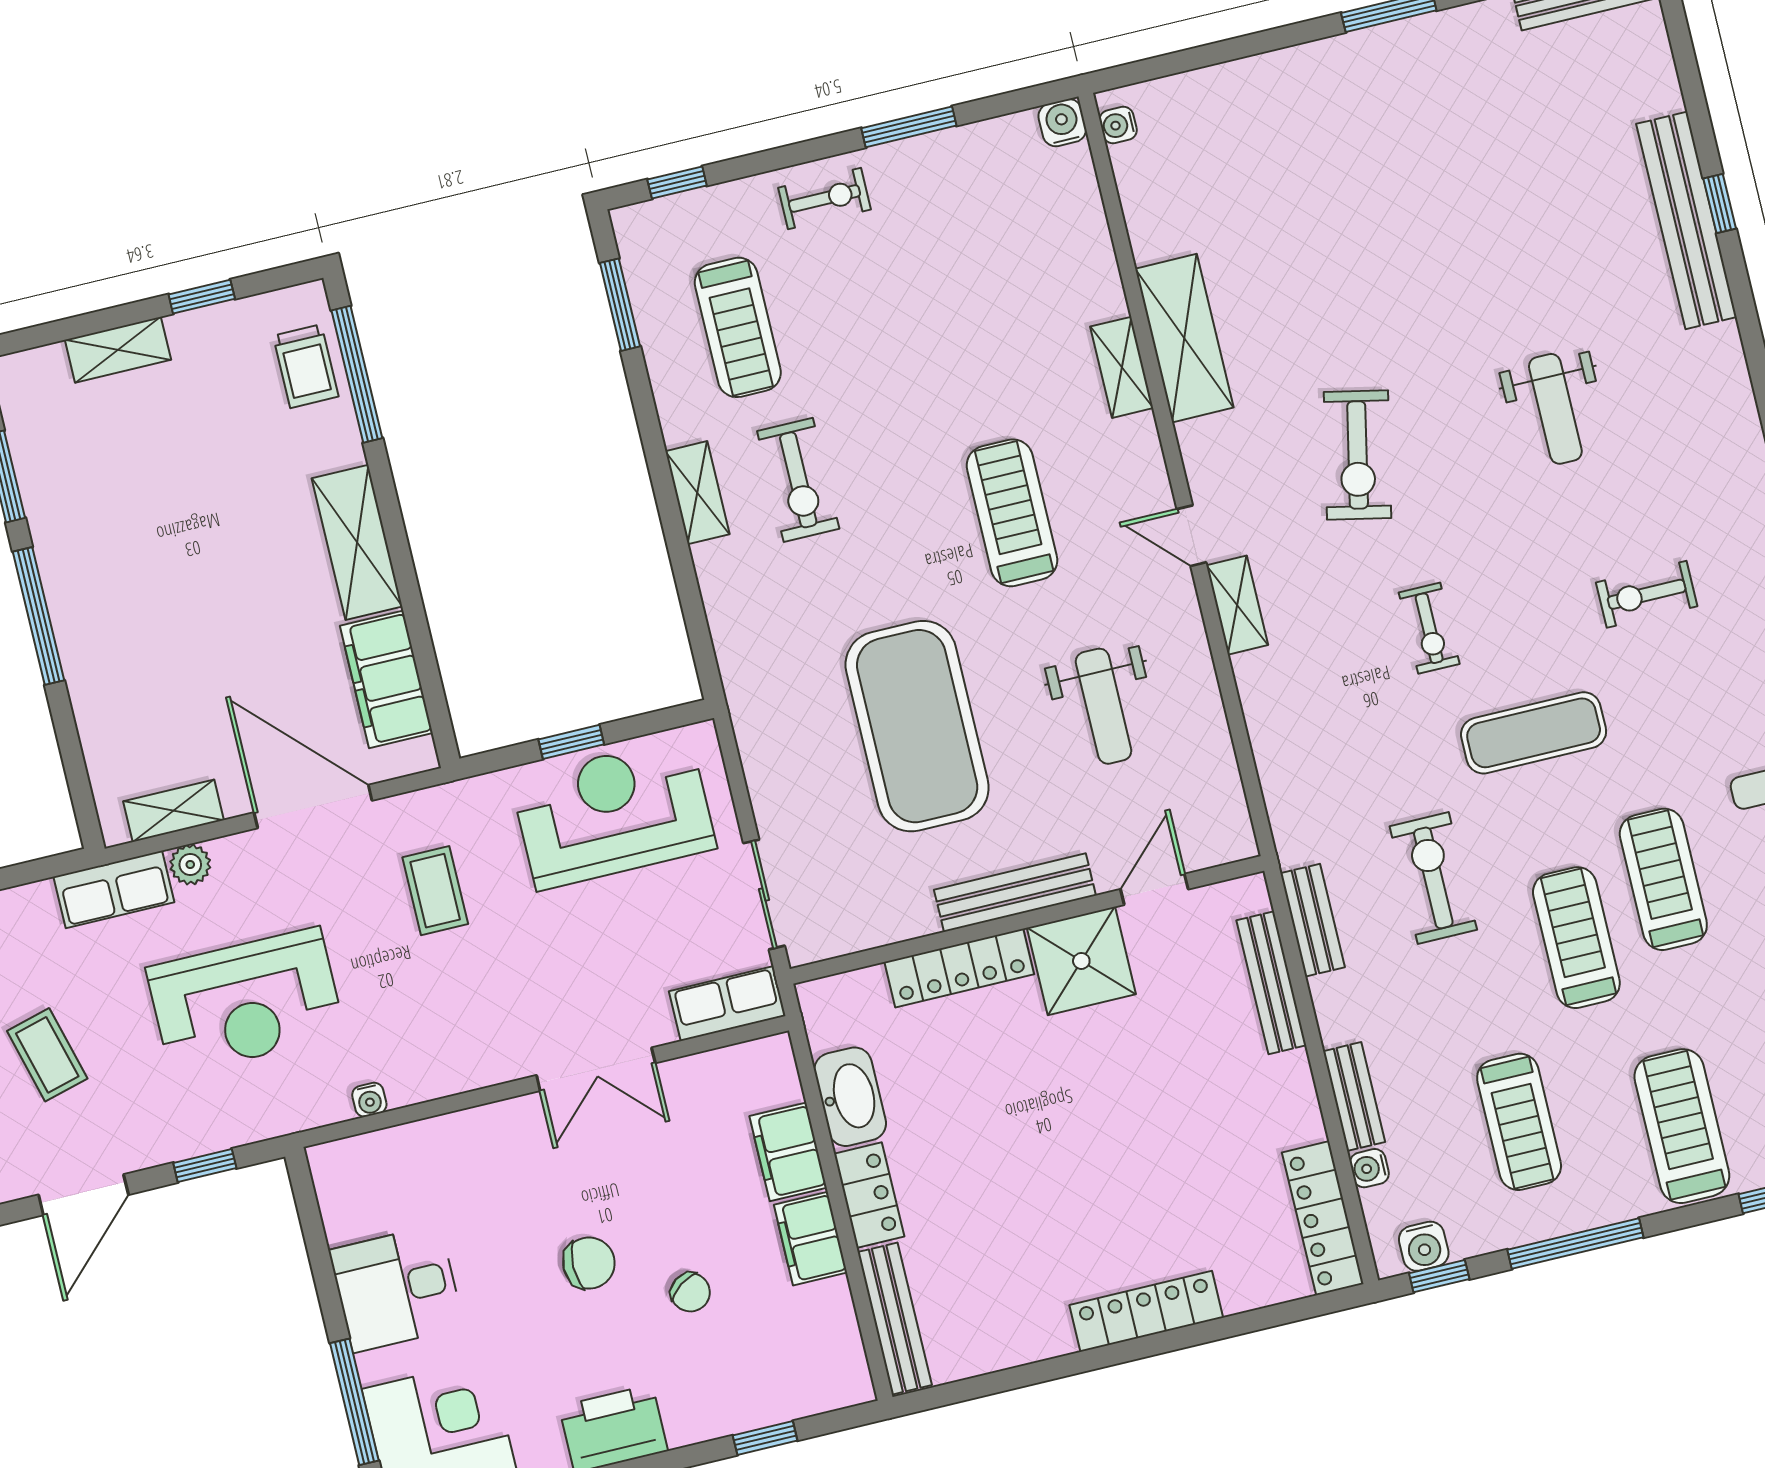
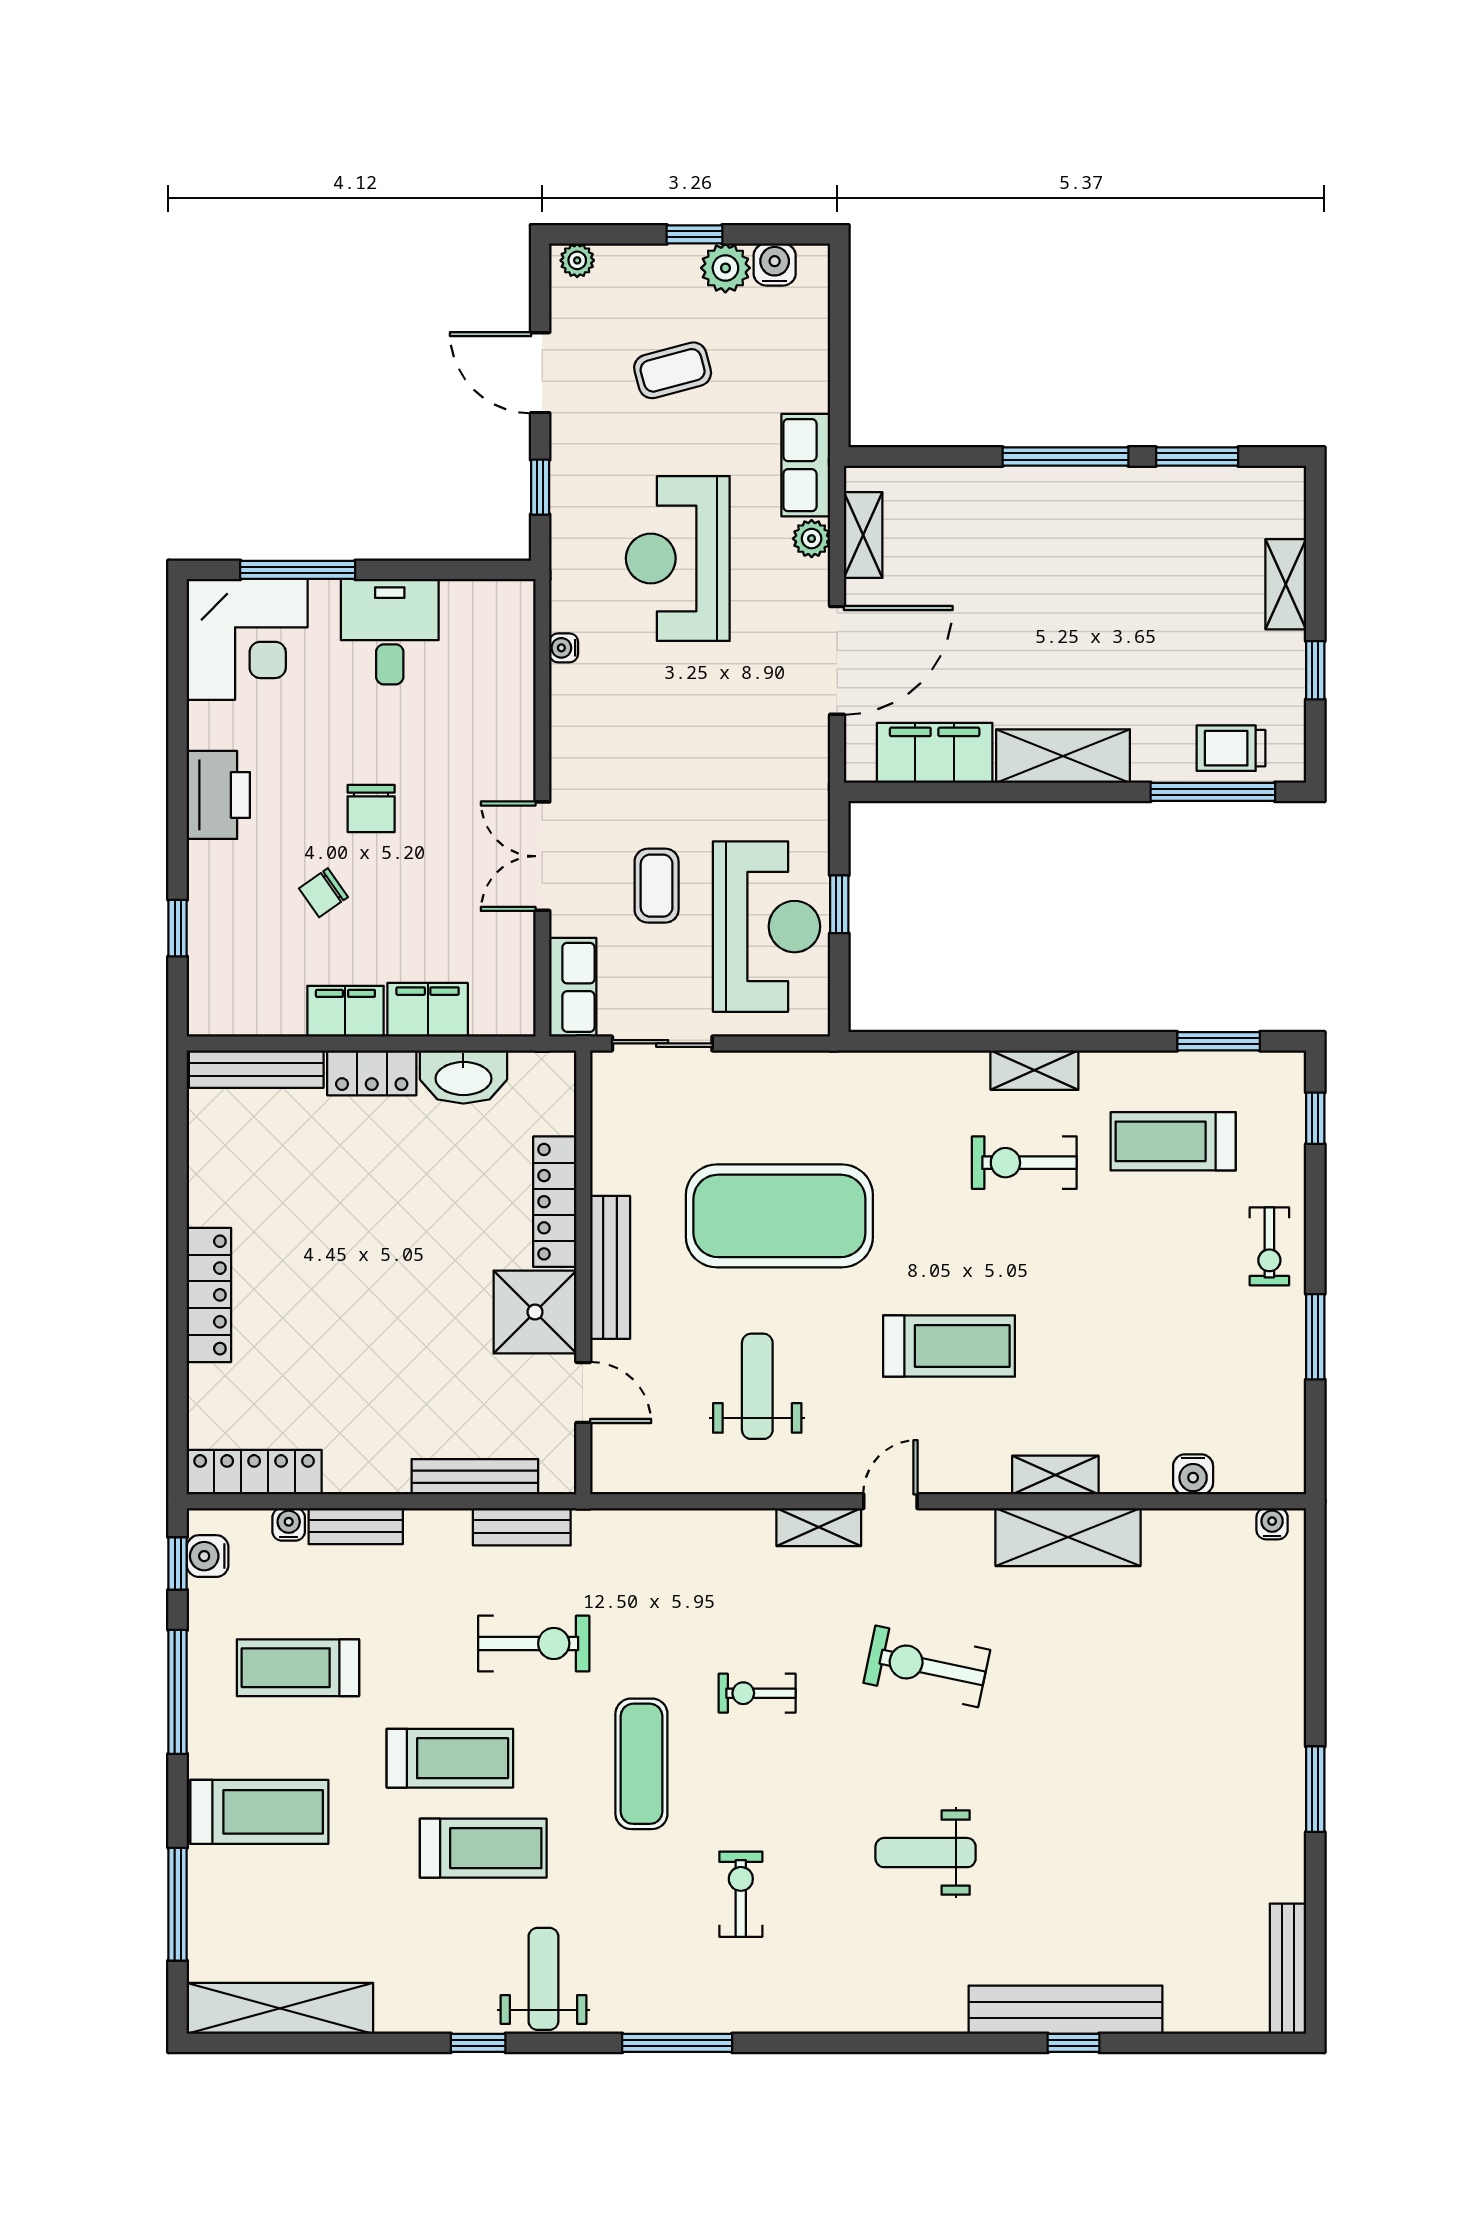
water cooler: (1062, 123) -> (1193, 1474), moved, turned 90
weight bench: (1104, 706) -> (757, 1386), turned 90
coffee table: (435, 891) -> (657, 886), moved, turned 90

